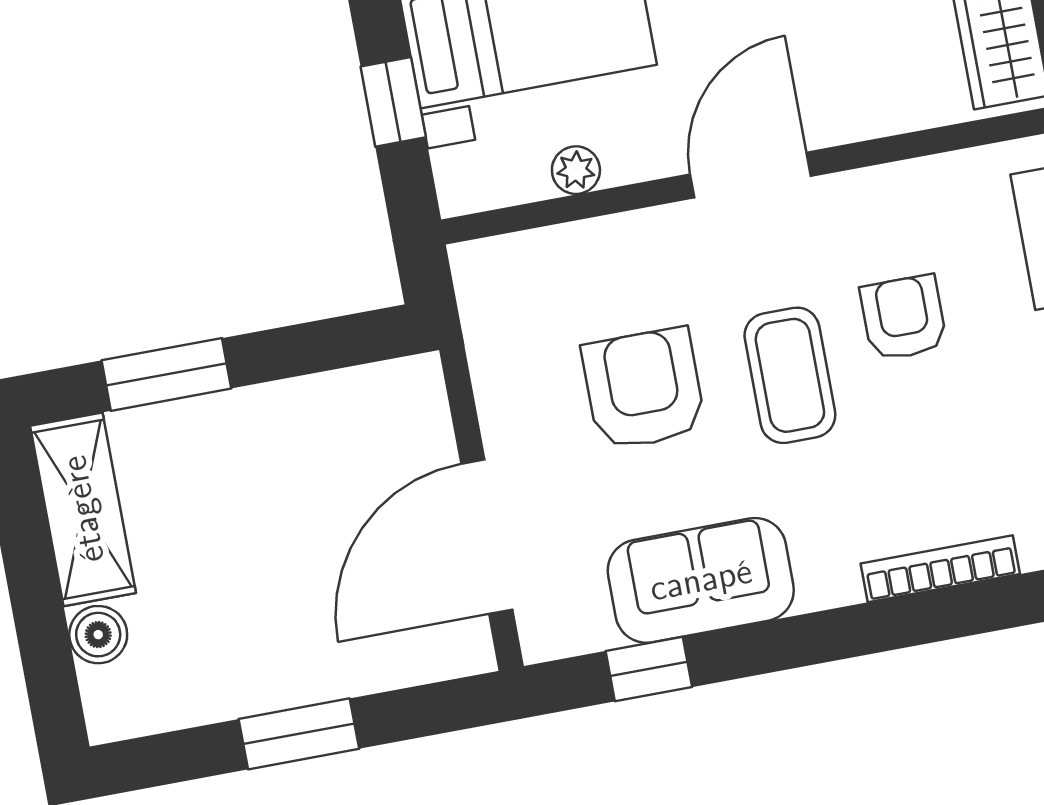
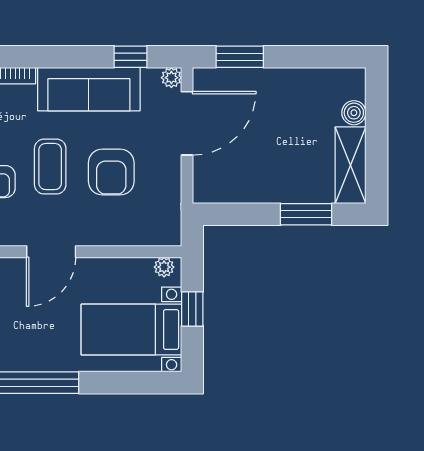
plant: (576, 170) -> (164, 267), moved
sofa: (701, 580) -> (89, 89), width x1.36
plant: (543, 638) -> (171, 78), added
window: (299, 734) -> (240, 57), moved

